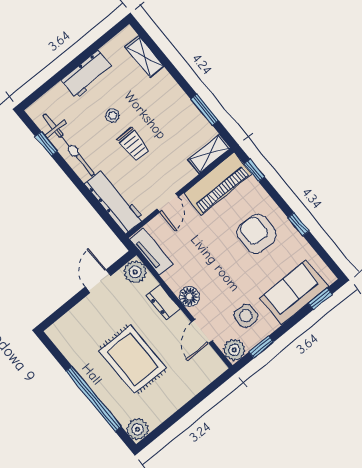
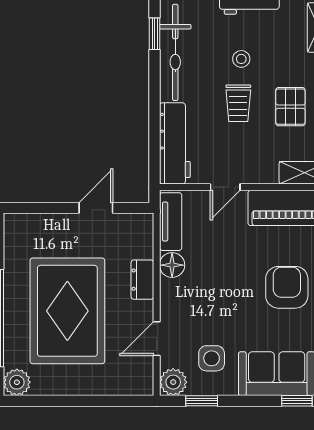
pallet: (167, 120) -> (290, 107), added
plant: (135, 272) -> (139, 228), removed
floor lamp: (189, 297) -> (172, 265), moved
rug: (133, 359) -> (67, 311), width x1.37, depth x1.44

